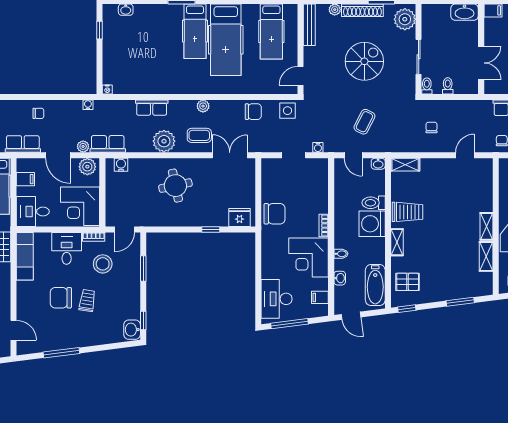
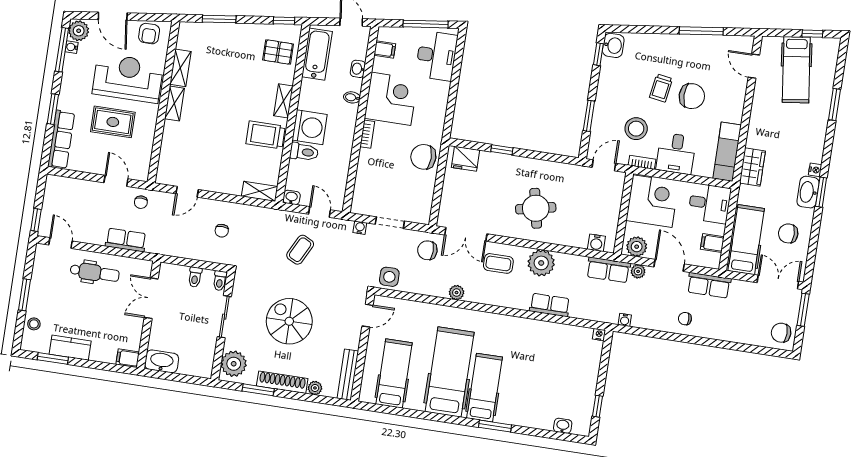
spiral stairs: (364, 61) -> (289, 321), turned 90
plant: (203, 106) -> (457, 293), moved
chair: (253, 112) -> (427, 250), moved

